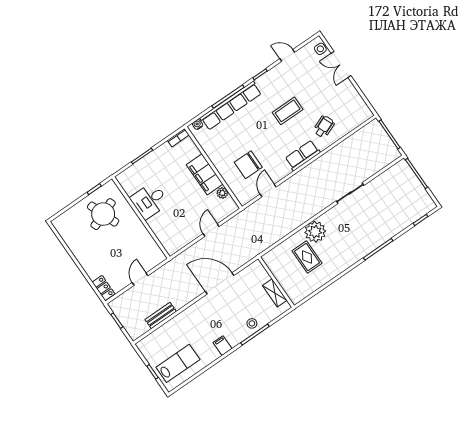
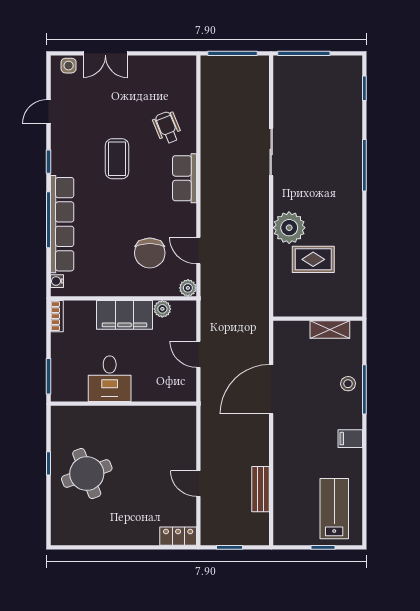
plant: (244, 199) -> (188, 288), added
desk: (149, 201) -> (110, 379), moved
wall: (141, 218) -> (123, 404), moved

